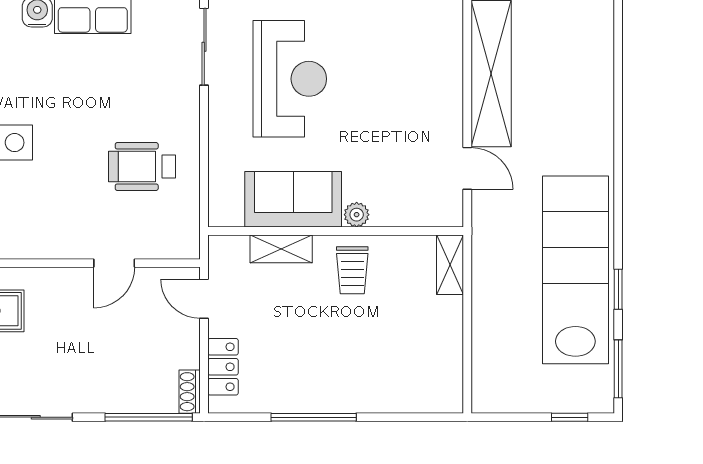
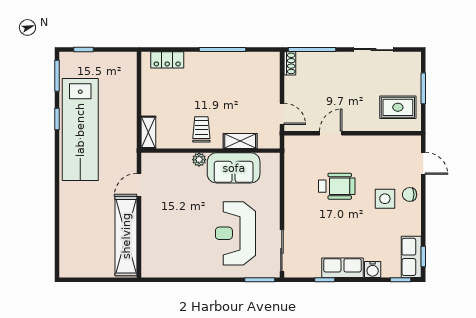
wheelchair: (142, 166) -> (337, 186), moved
door: (467, 168) -> (139, 185), hinge flipped
locker: (223, 367) -> (167, 60), moved, turned -90

